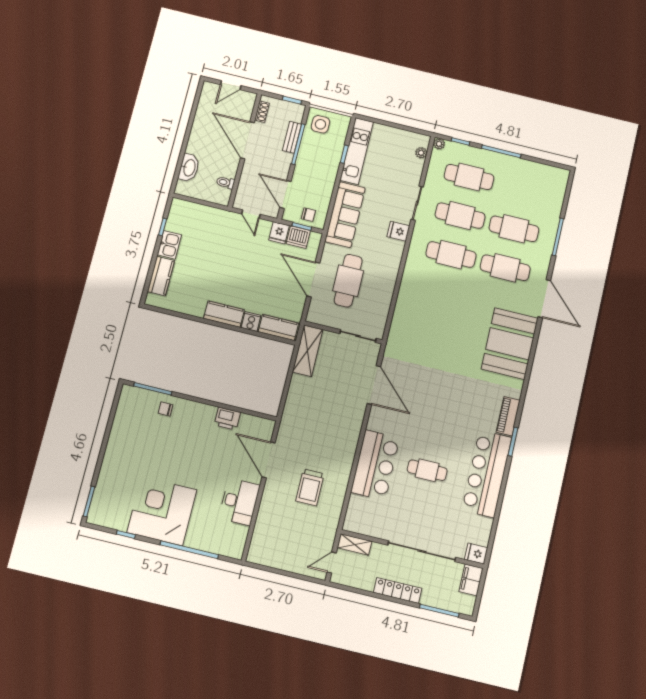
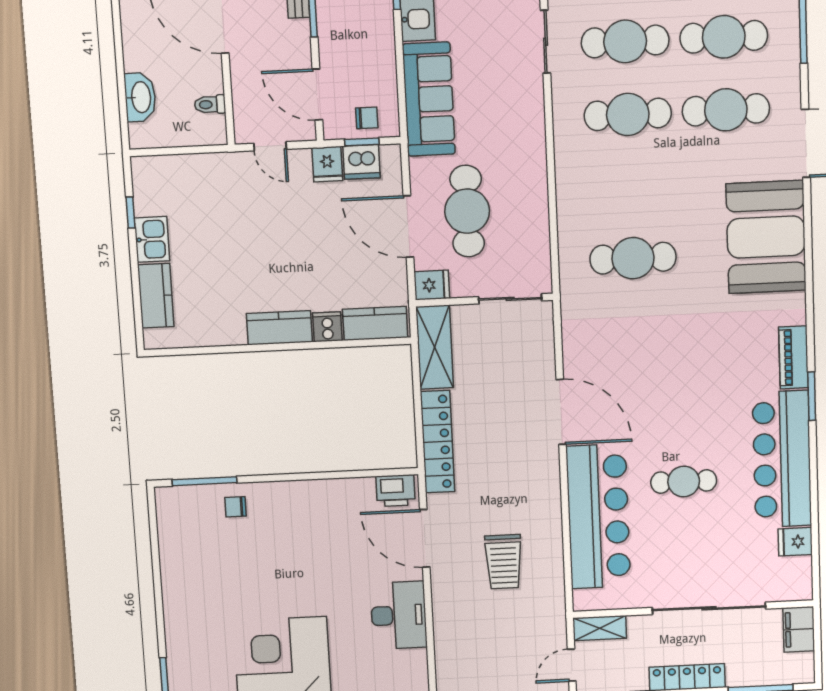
fridge: (398, 231) -> (432, 285), moved, turned 180
cafe table: (433, 334) -> (633, 258), added
door: (374, 385) -> (561, 412), moved
locker: (293, 405) -> (438, 442), added
printer: (227, 419) -> (396, 491), moved
bar counter: (375, 465) -> (598, 516), width x1.36
fridge: (476, 554) -> (795, 542), moved

